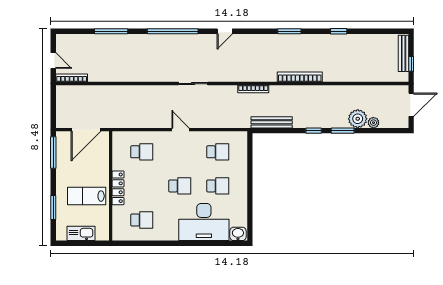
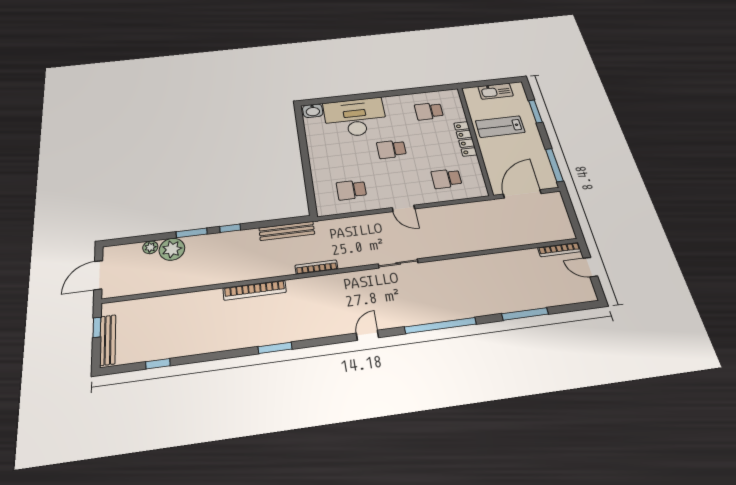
window: (339, 31) -> (158, 364), moved
school desk: (218, 186) -> (345, 155), removed
lab bench: (87, 196) -> (500, 127), turned 180

